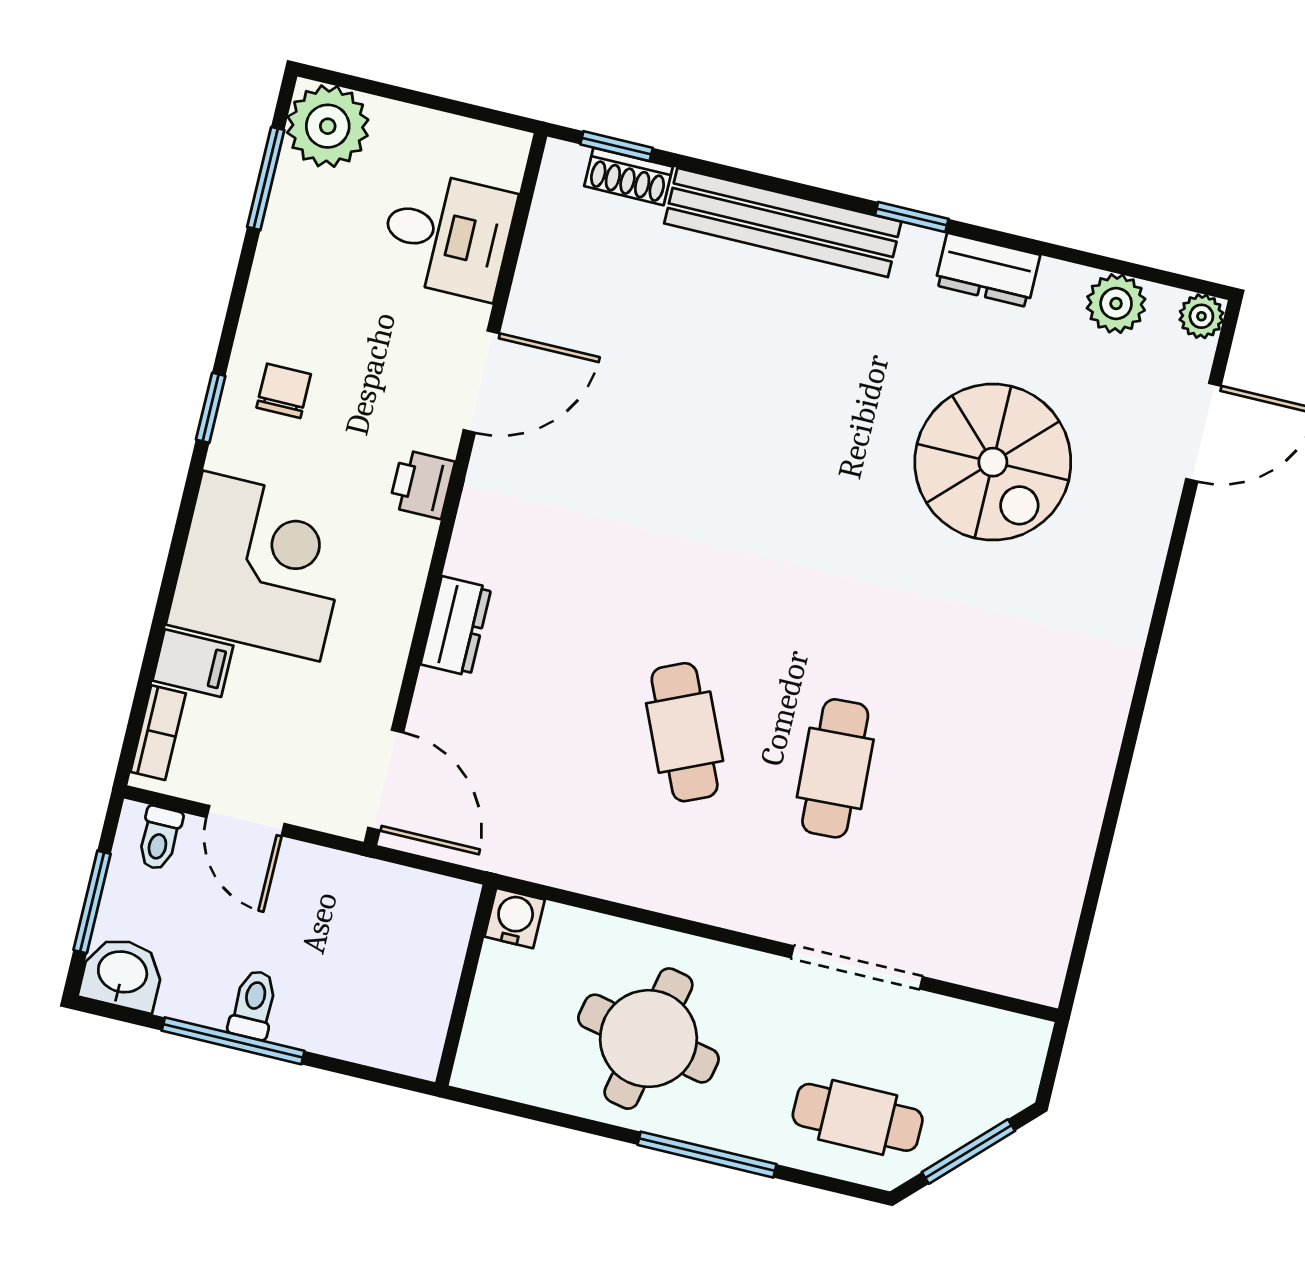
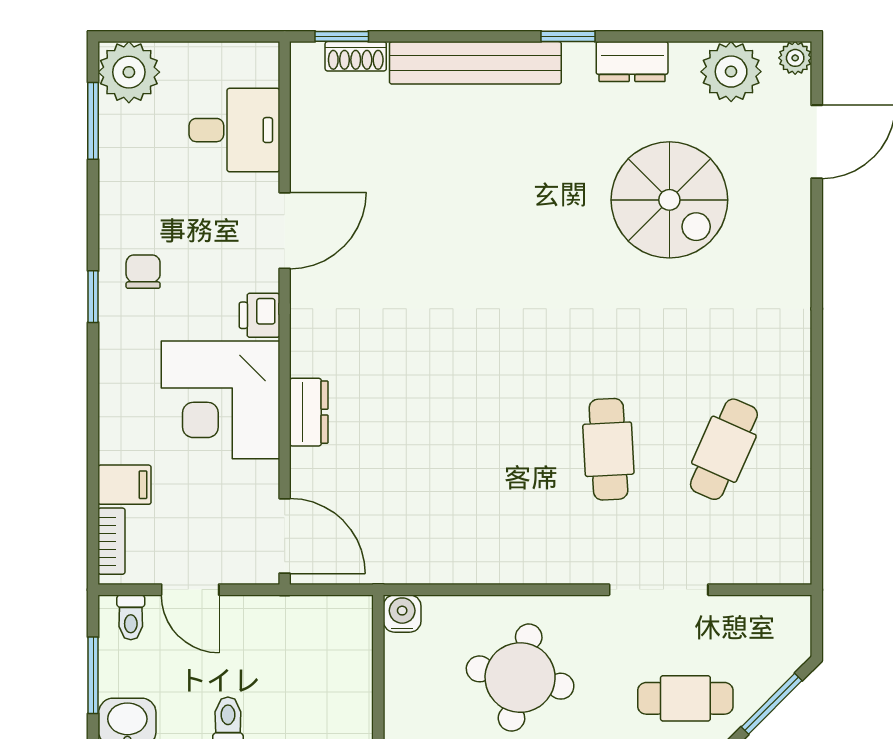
plant: (1116, 304) -> (731, 72), width x1.36, depth x1.36
corner desk: (261, 566) -> (220, 400), moved, turned 180
cafe table: (685, 732) -> (724, 449), moved, turned 48

